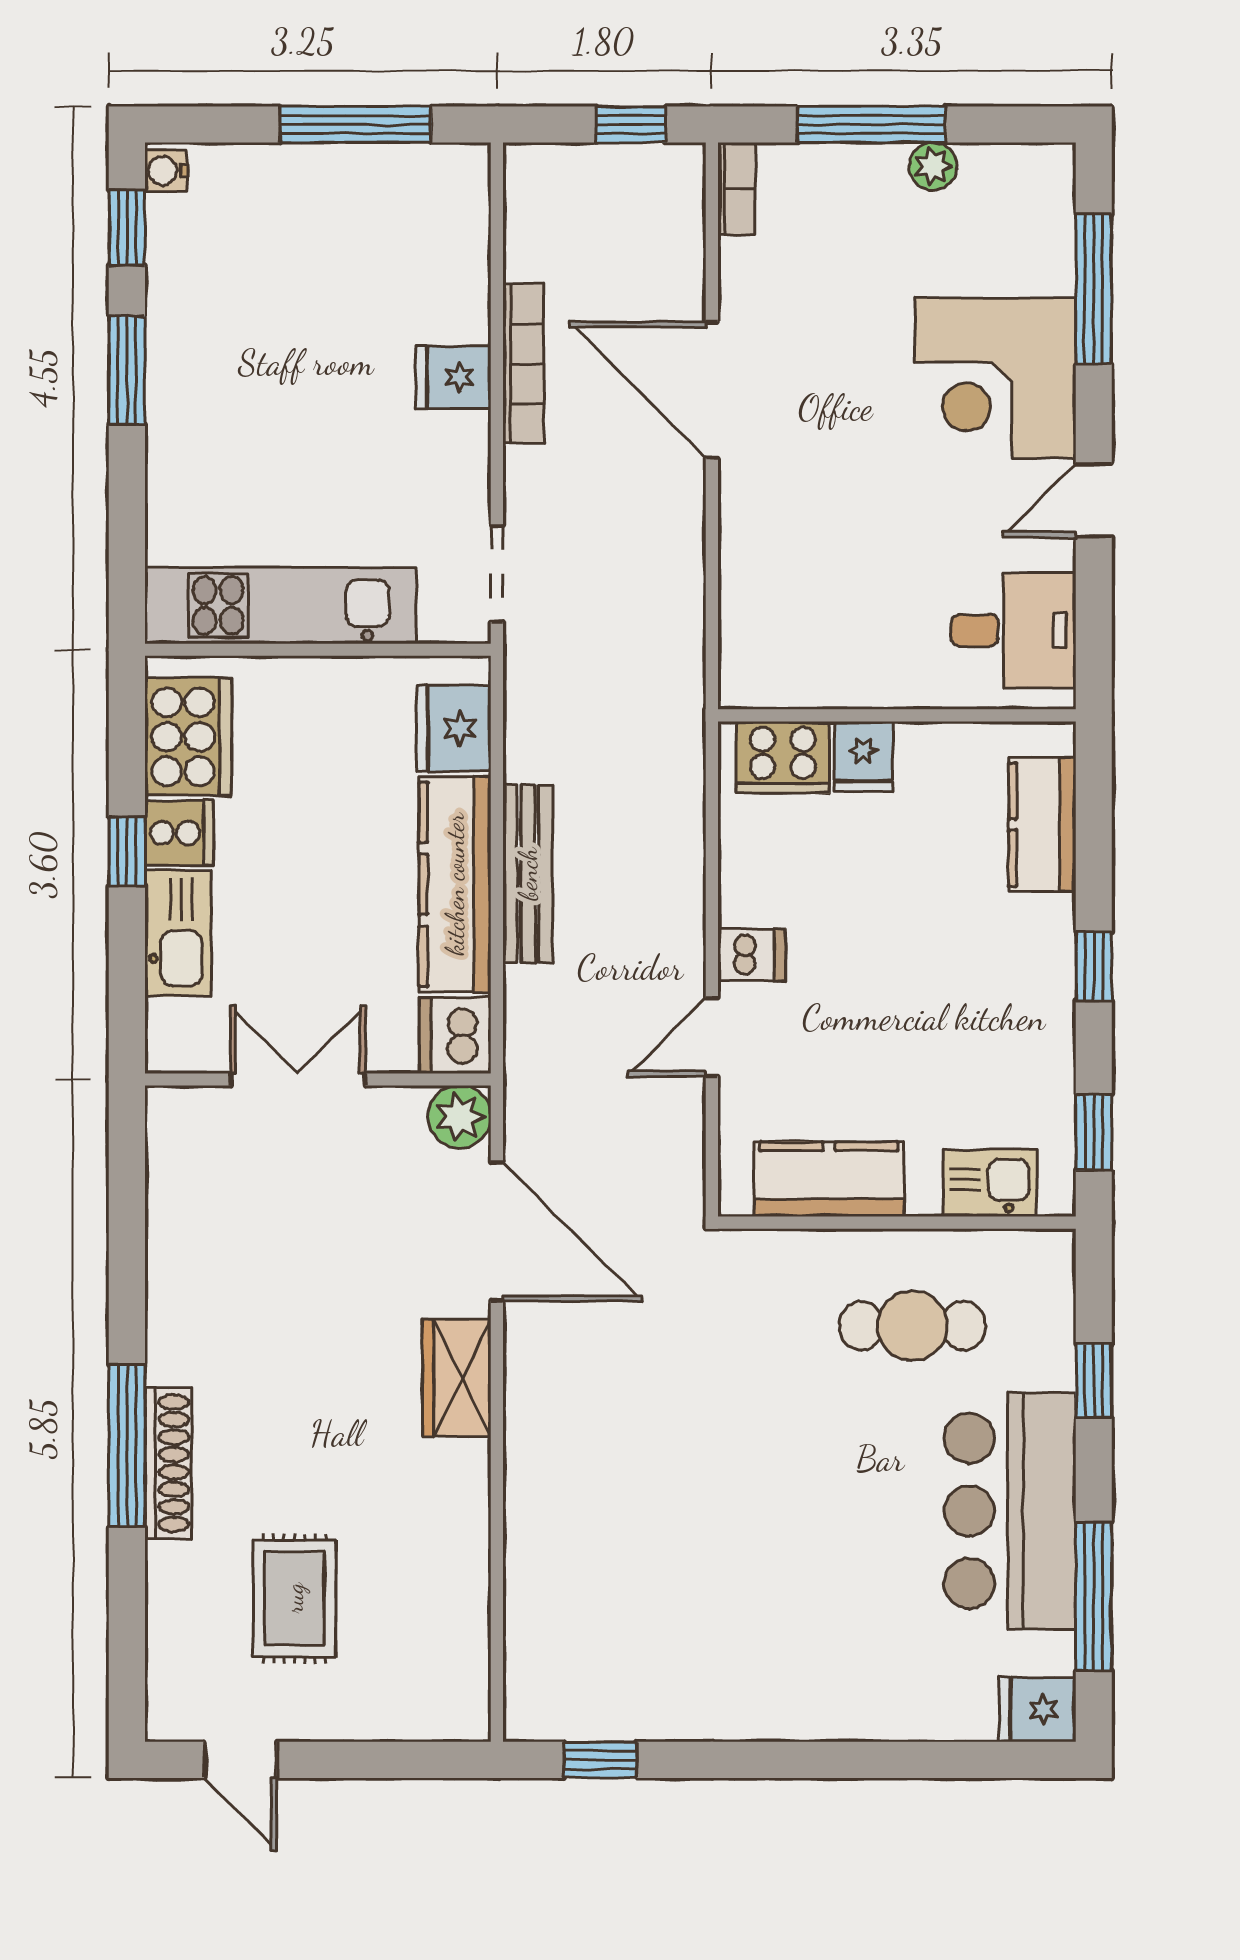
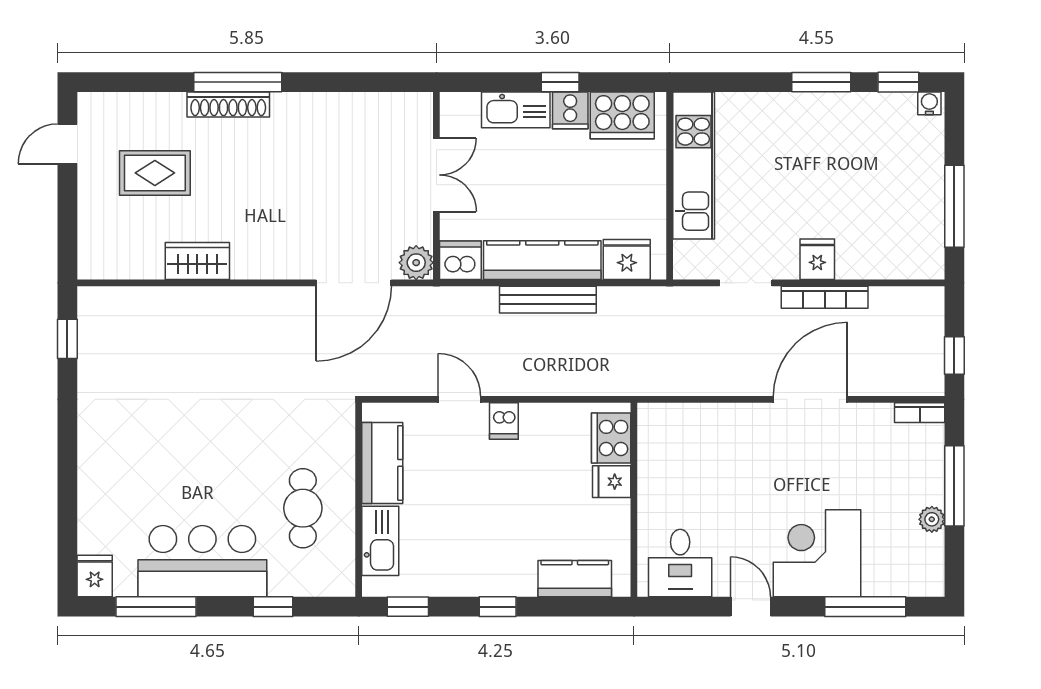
doorway: (497, 574) -> (746, 283), moved
kitchen sink: (990, 1183) -> (380, 541), width x1.38
wardrobe: (457, 1378) -> (197, 261), moved

